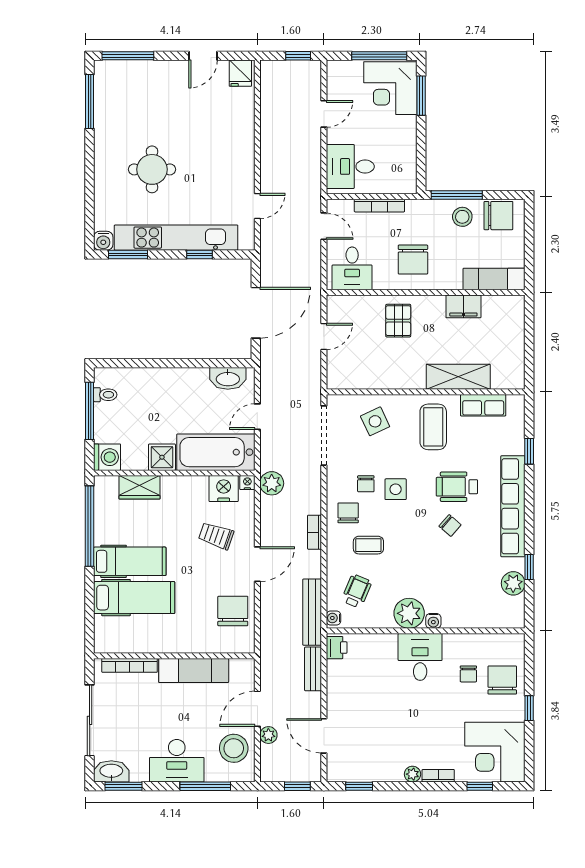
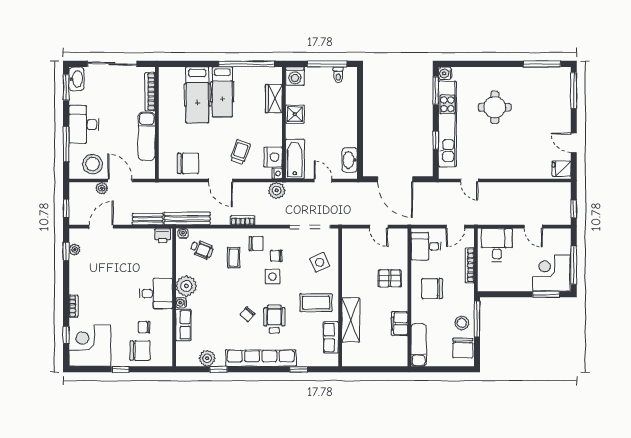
bathtub: (216, 452) -> (295, 159), width x0.73, depth x0.73
row of seats: (465, 618) -> (183, 325), added
plant: (412, 774) -> (75, 250), moved

